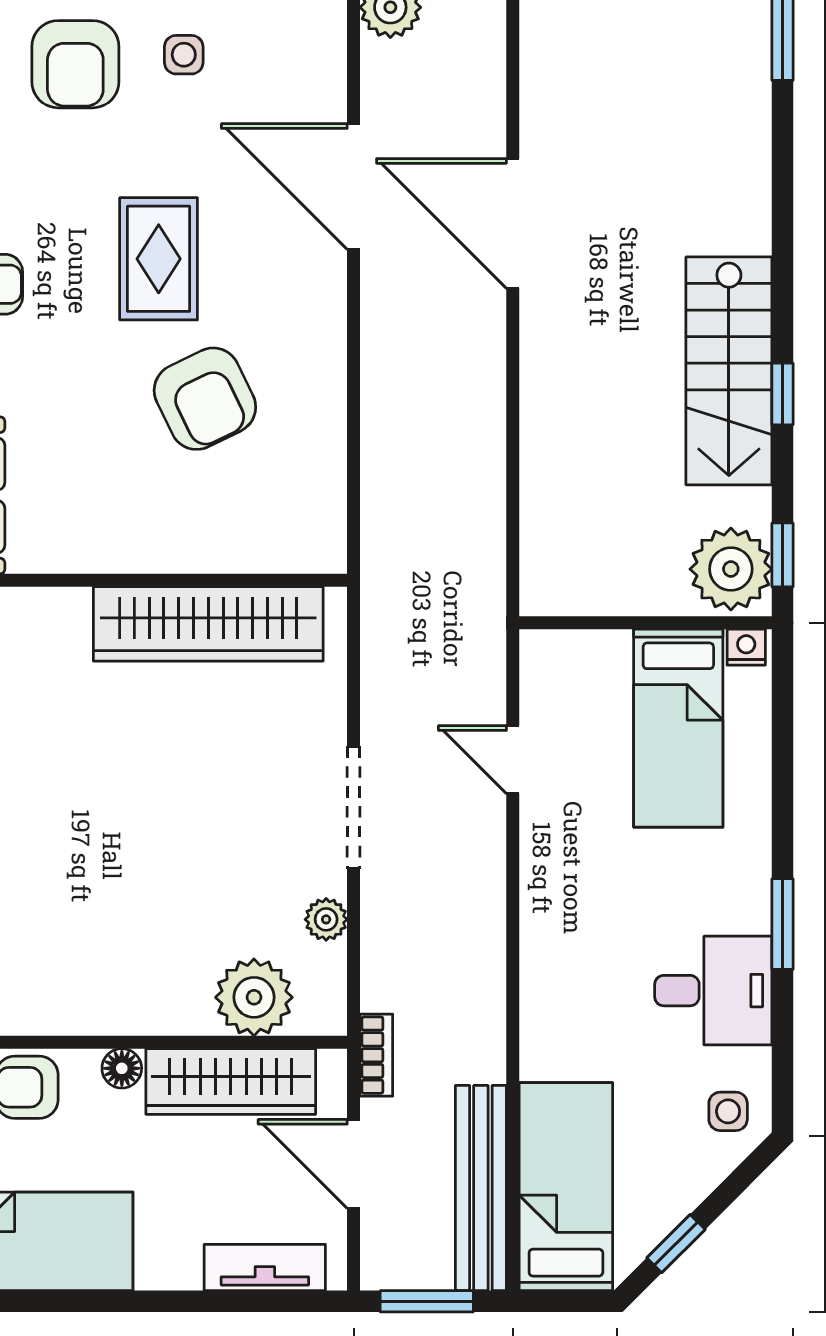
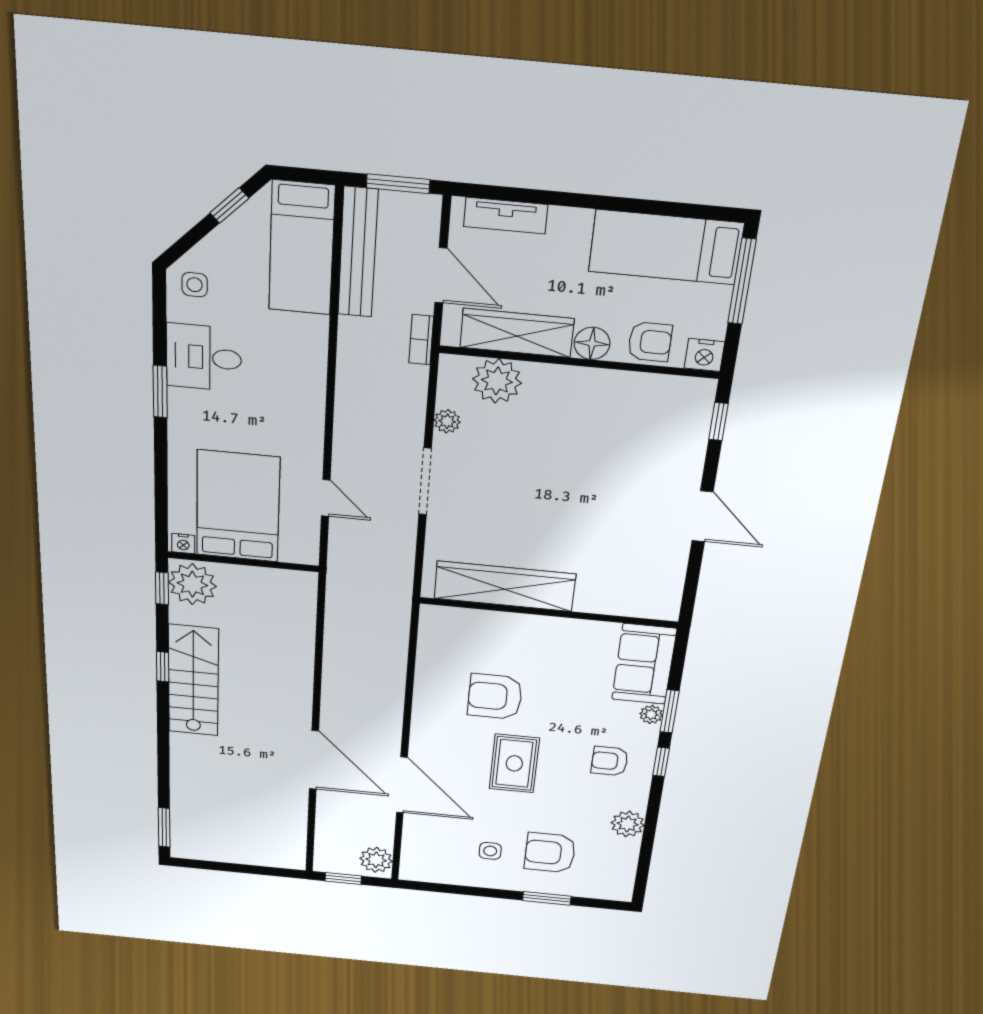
armchair: (75, 64) -> (550, 853), turned -90
armchair: (205, 399) -> (495, 696), turned -64
bed: (678, 728) -> (238, 506), width x1.50
floor lamp: (122, 1068) -> (592, 343), width x1.37, depth x1.37

